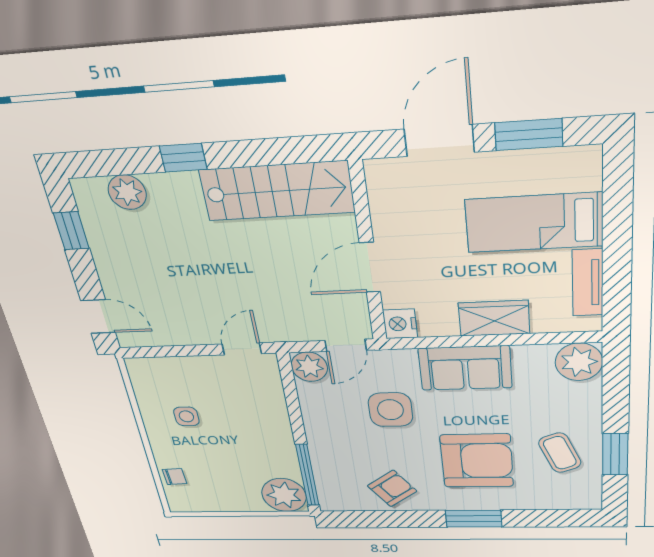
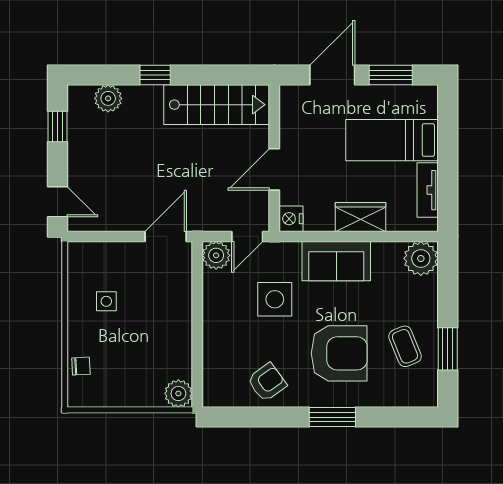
door: (242, 349) -> (166, 236), width x1.38
window: (307, 475) -> (197, 366), removed
plant: (284, 495) -> (178, 393), width x0.73, depth x0.73

